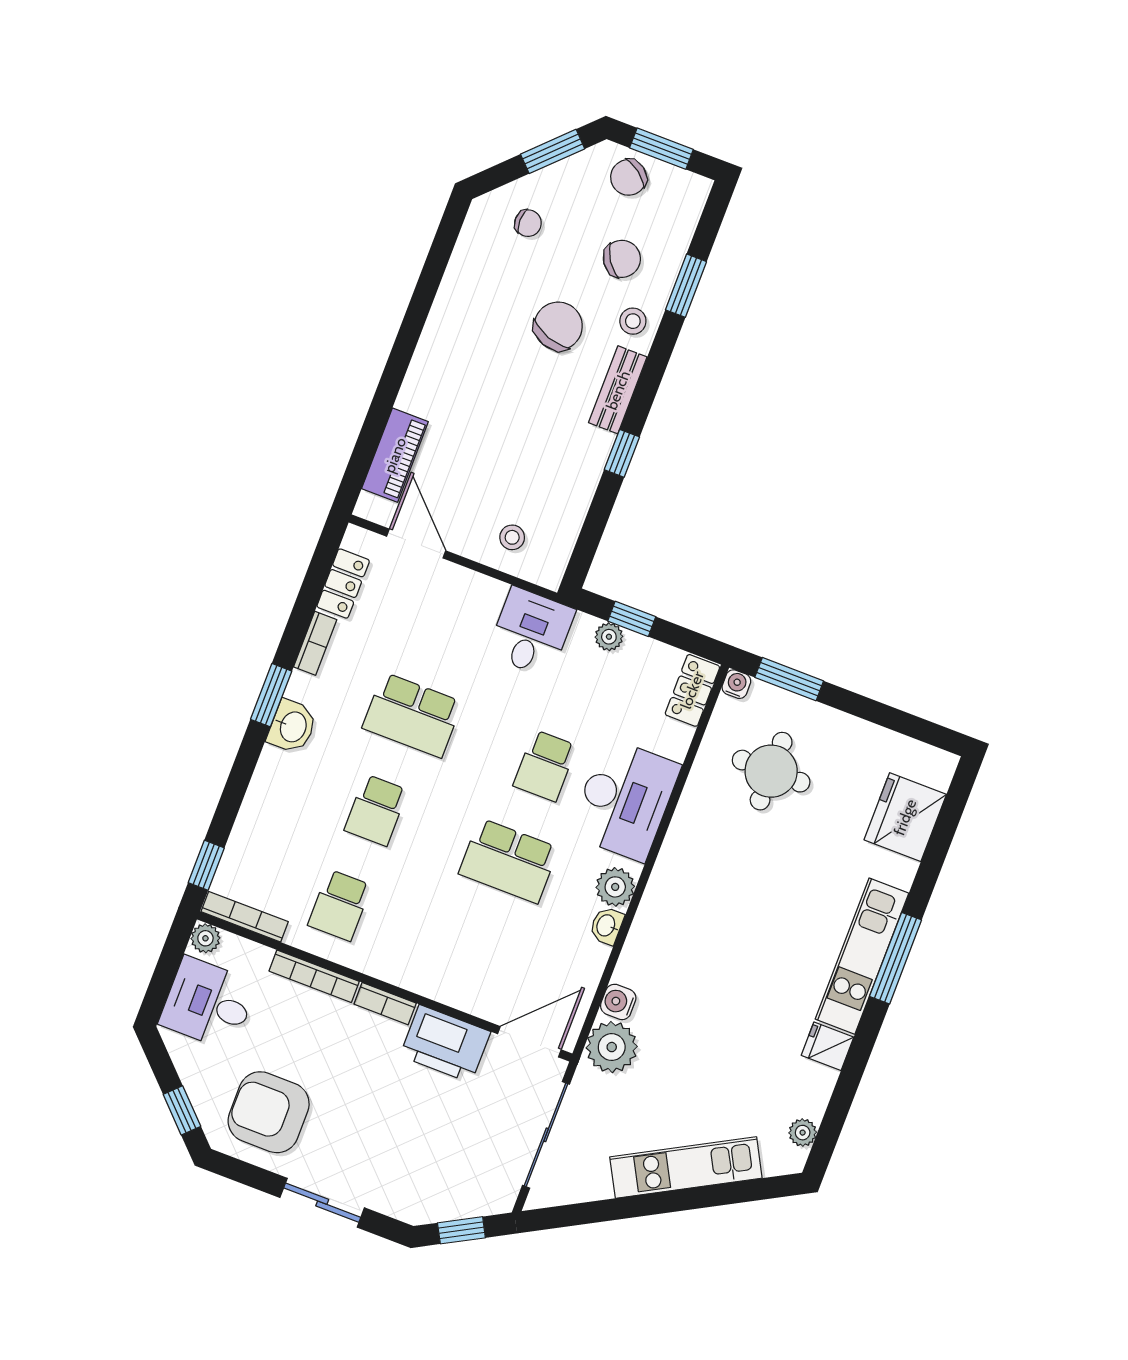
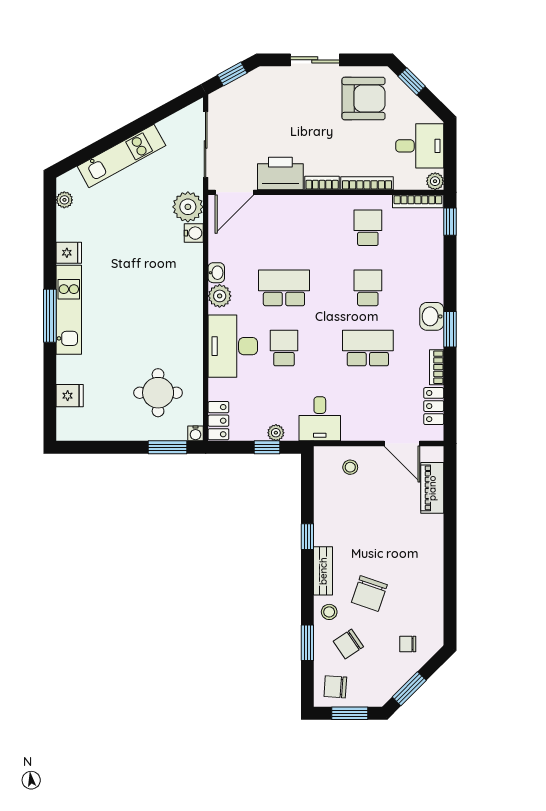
chair: (629, 177) -> (335, 687), moved, turned -123
fridge: (905, 817) -> (70, 396), width x0.53, depth x0.75

